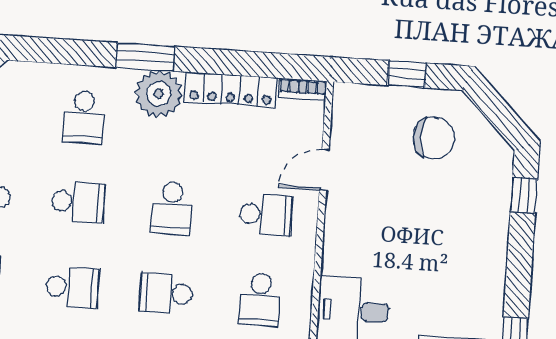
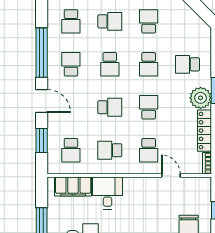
school desk: (172, 208) -> (149, 107), turned 90
school desk: (166, 293) -> (110, 107), turned 90

